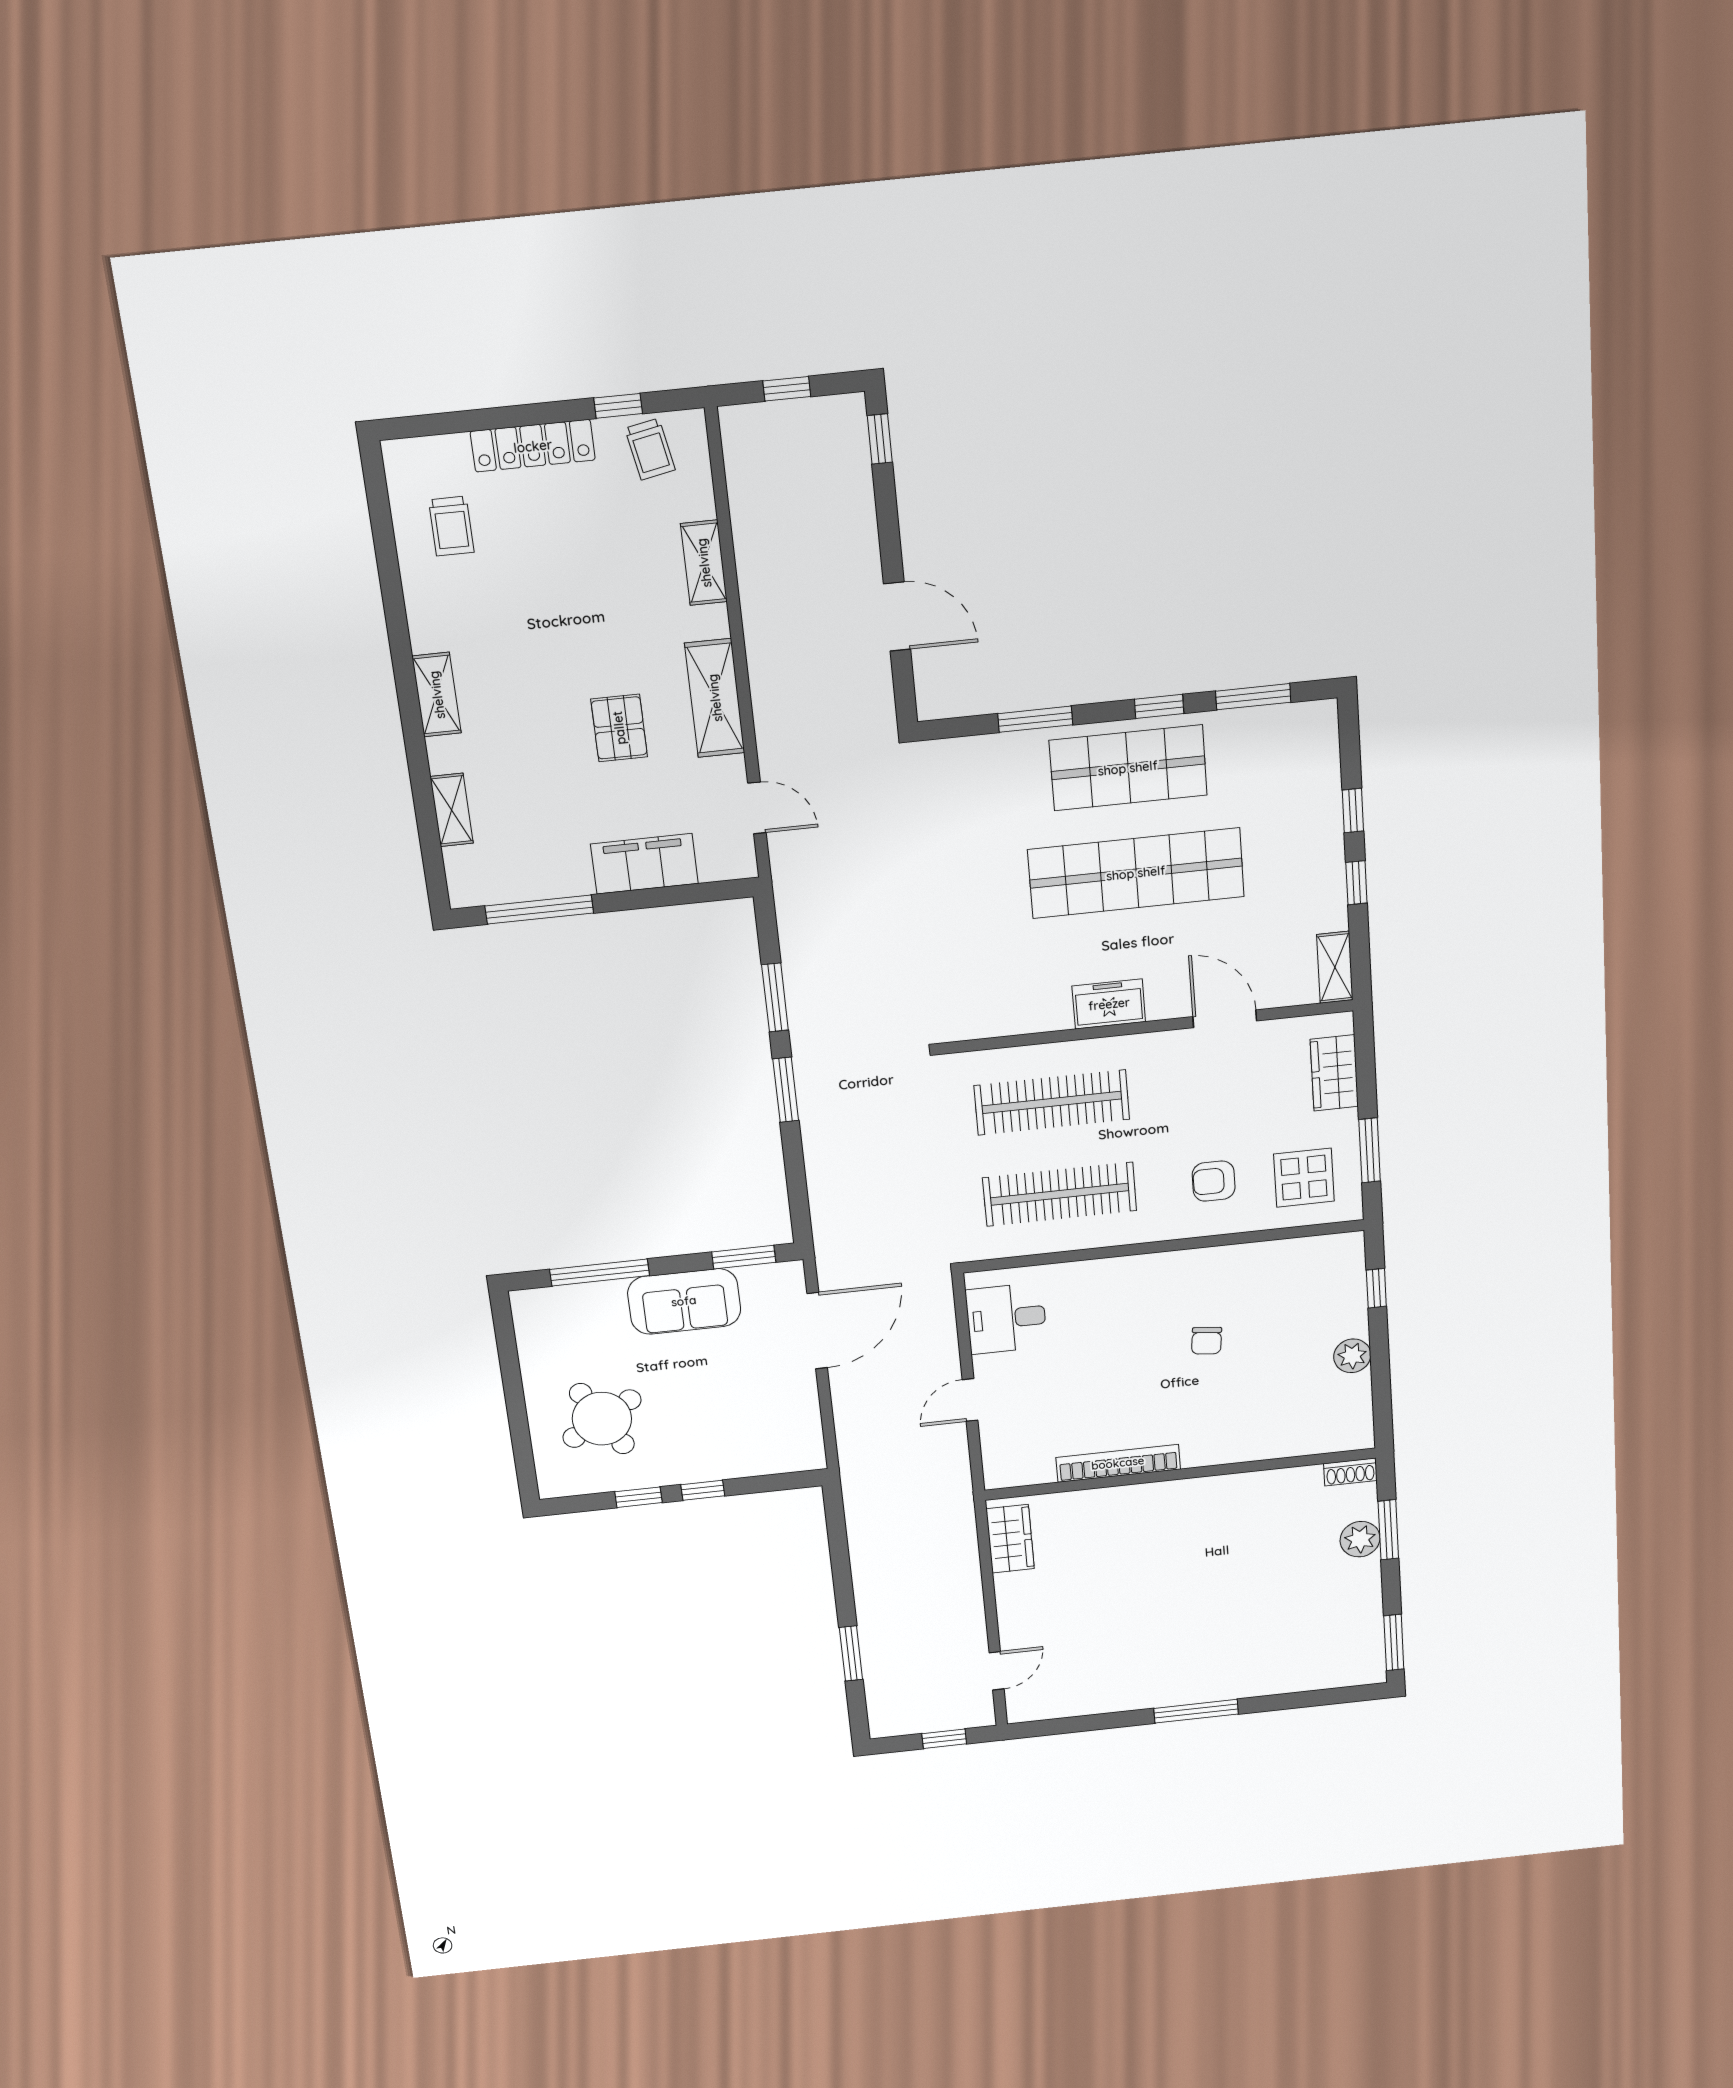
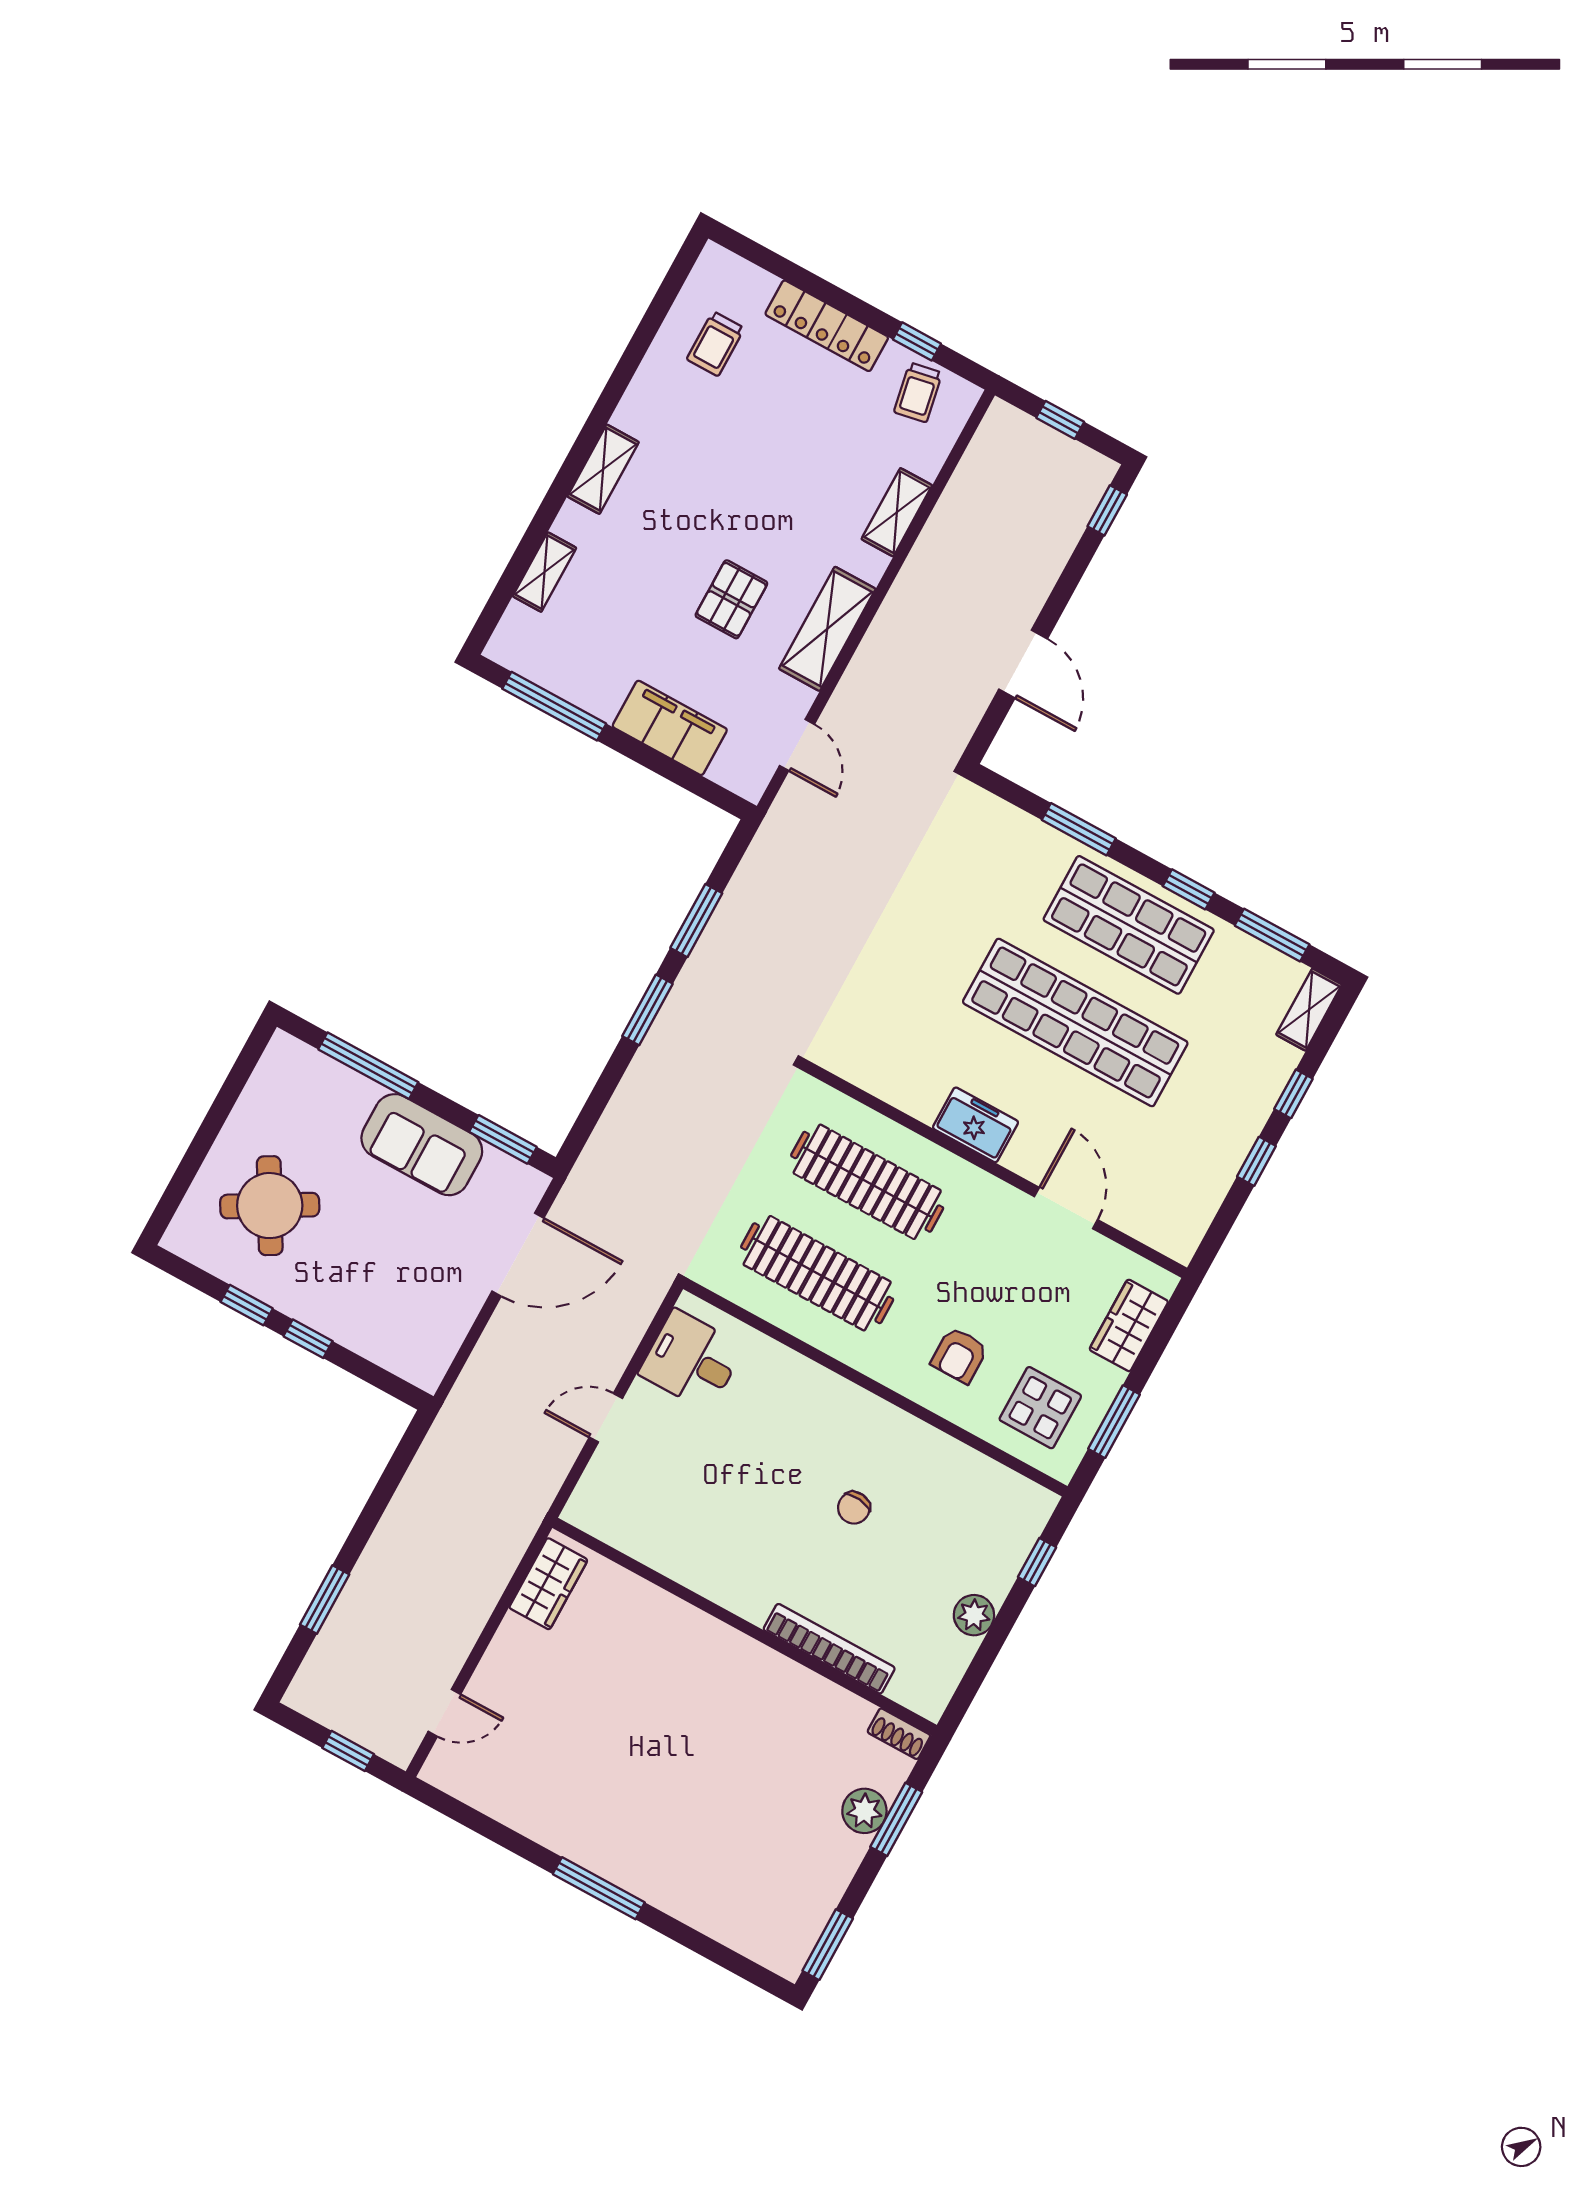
shelving: (1335, 967) -> (1309, 1010), moved
armchair: (1214, 1181) -> (959, 1355), turned -90
bookcase: (1118, 1463) -> (829, 1649), moved

